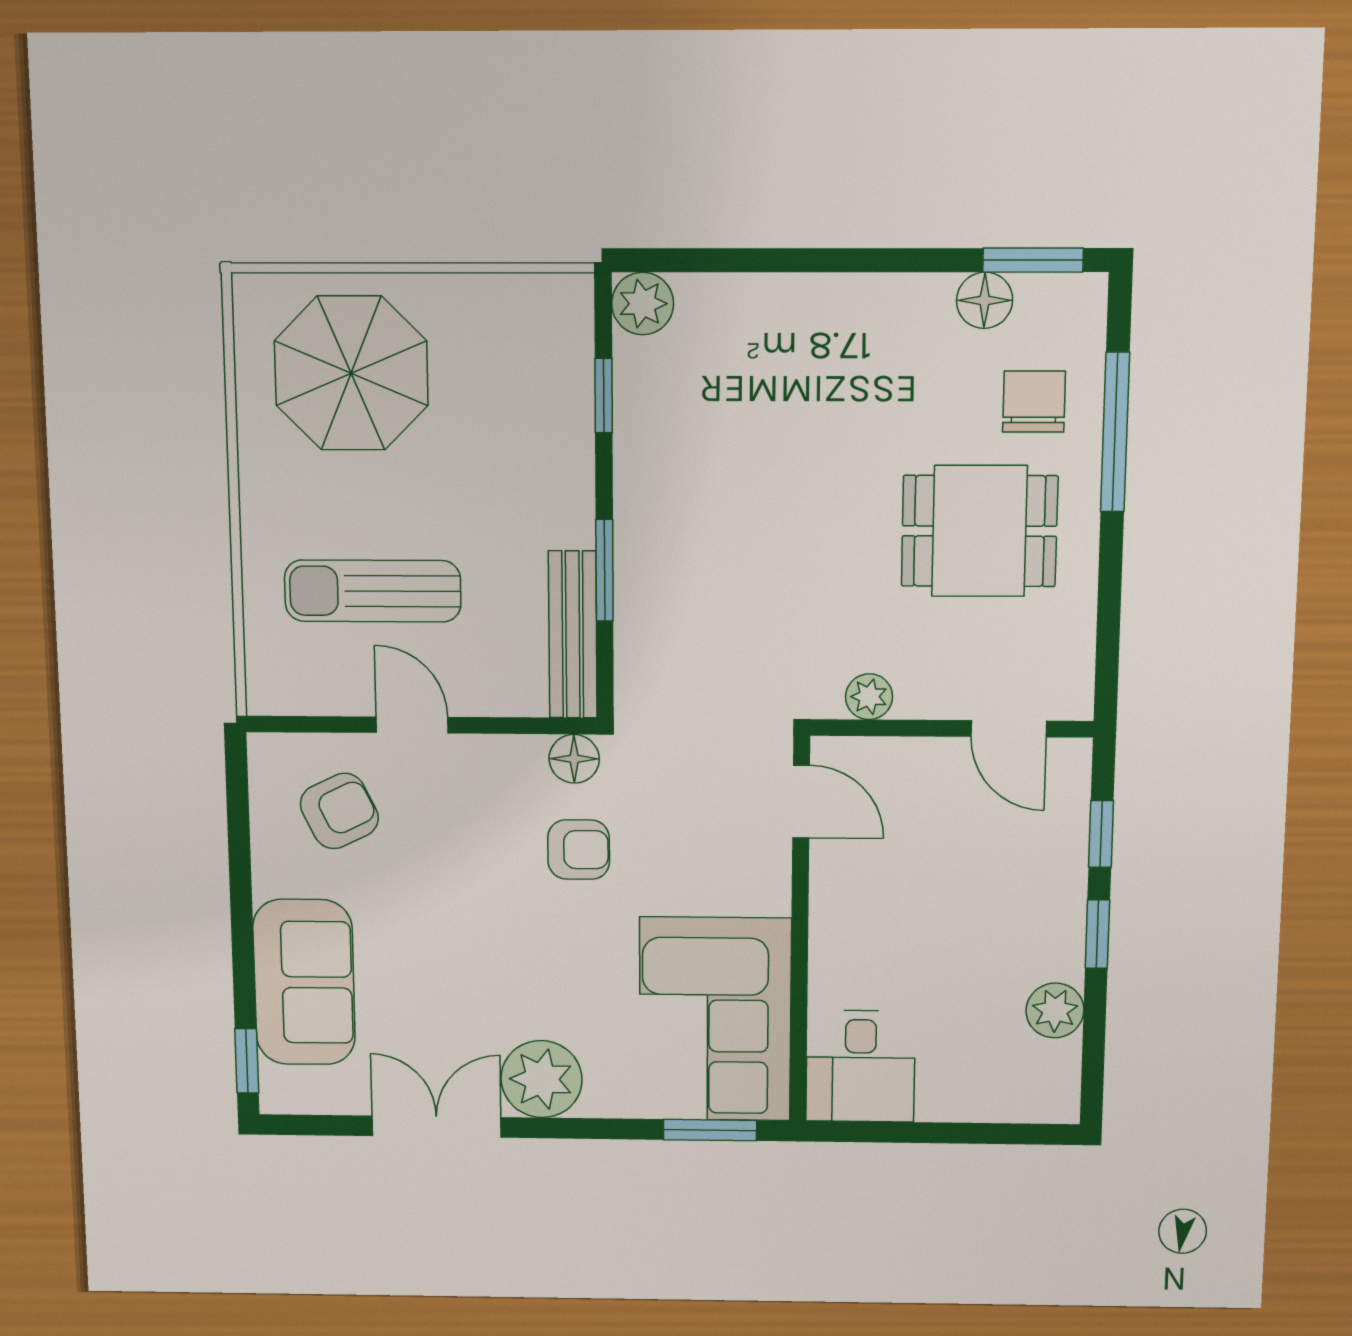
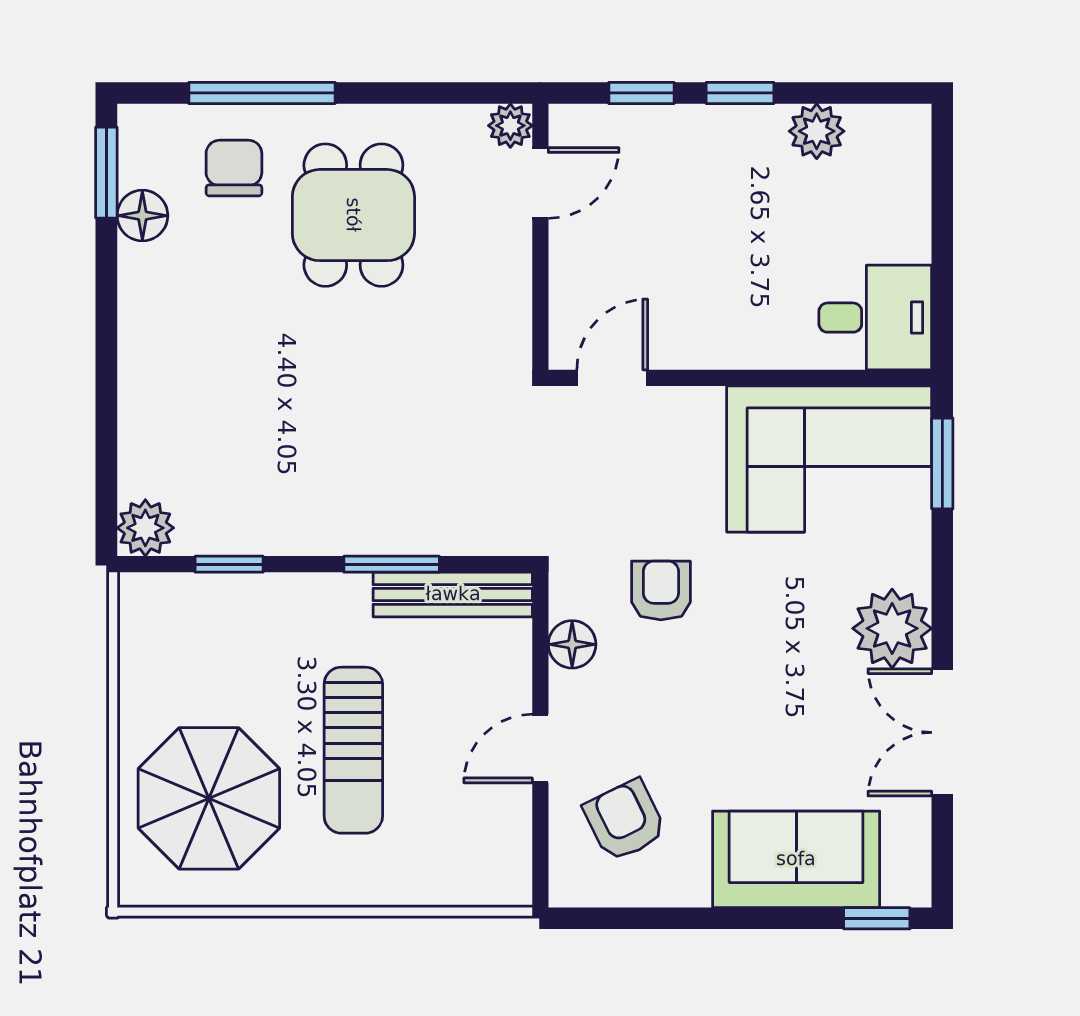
chair: (1034, 402) -> (234, 168), turned 90
sun lounger: (373, 591) -> (353, 750), moved
plant: (869, 697) -> (510, 126), moved
floor lamp: (574, 759) -> (572, 644), moved

